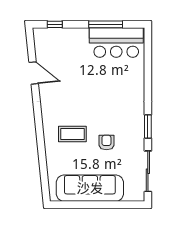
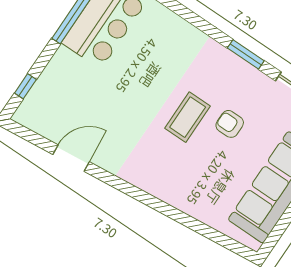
coffee table: (72, 134) -> (188, 117), moved

